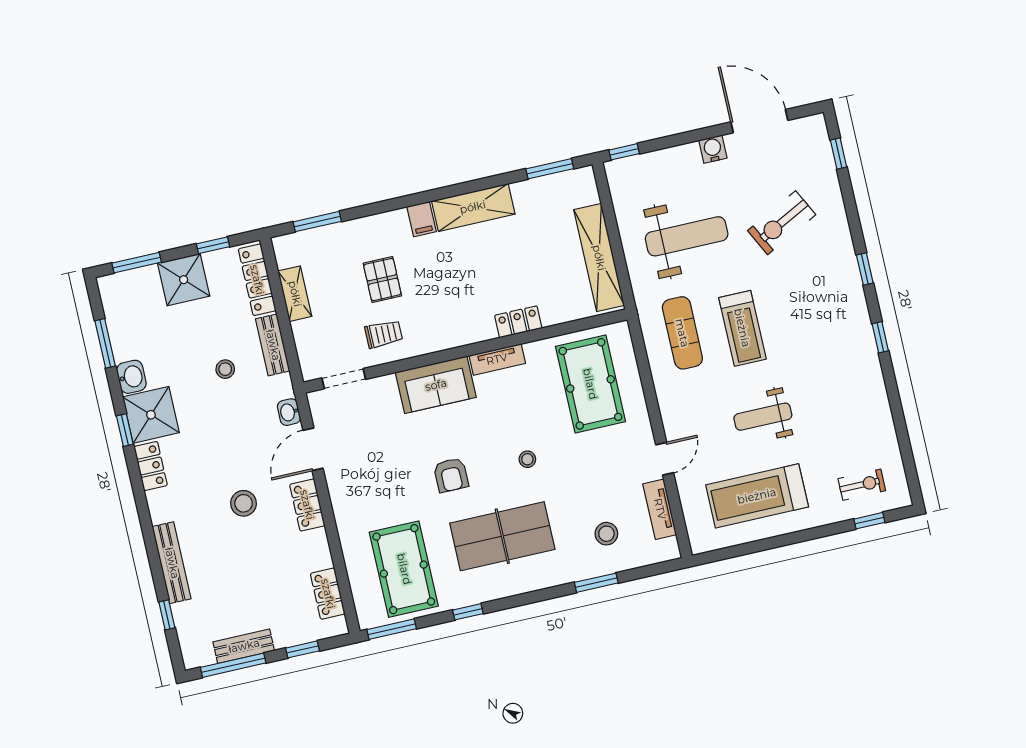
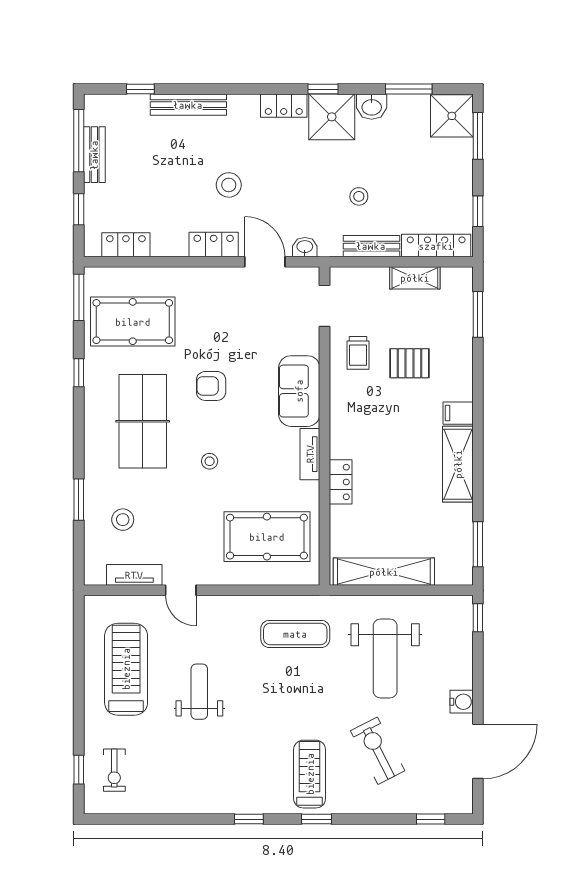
shower: (184, 280) -> (452, 116), moved
treadmill: (742, 328) -> (310, 774), moved, turned 90

